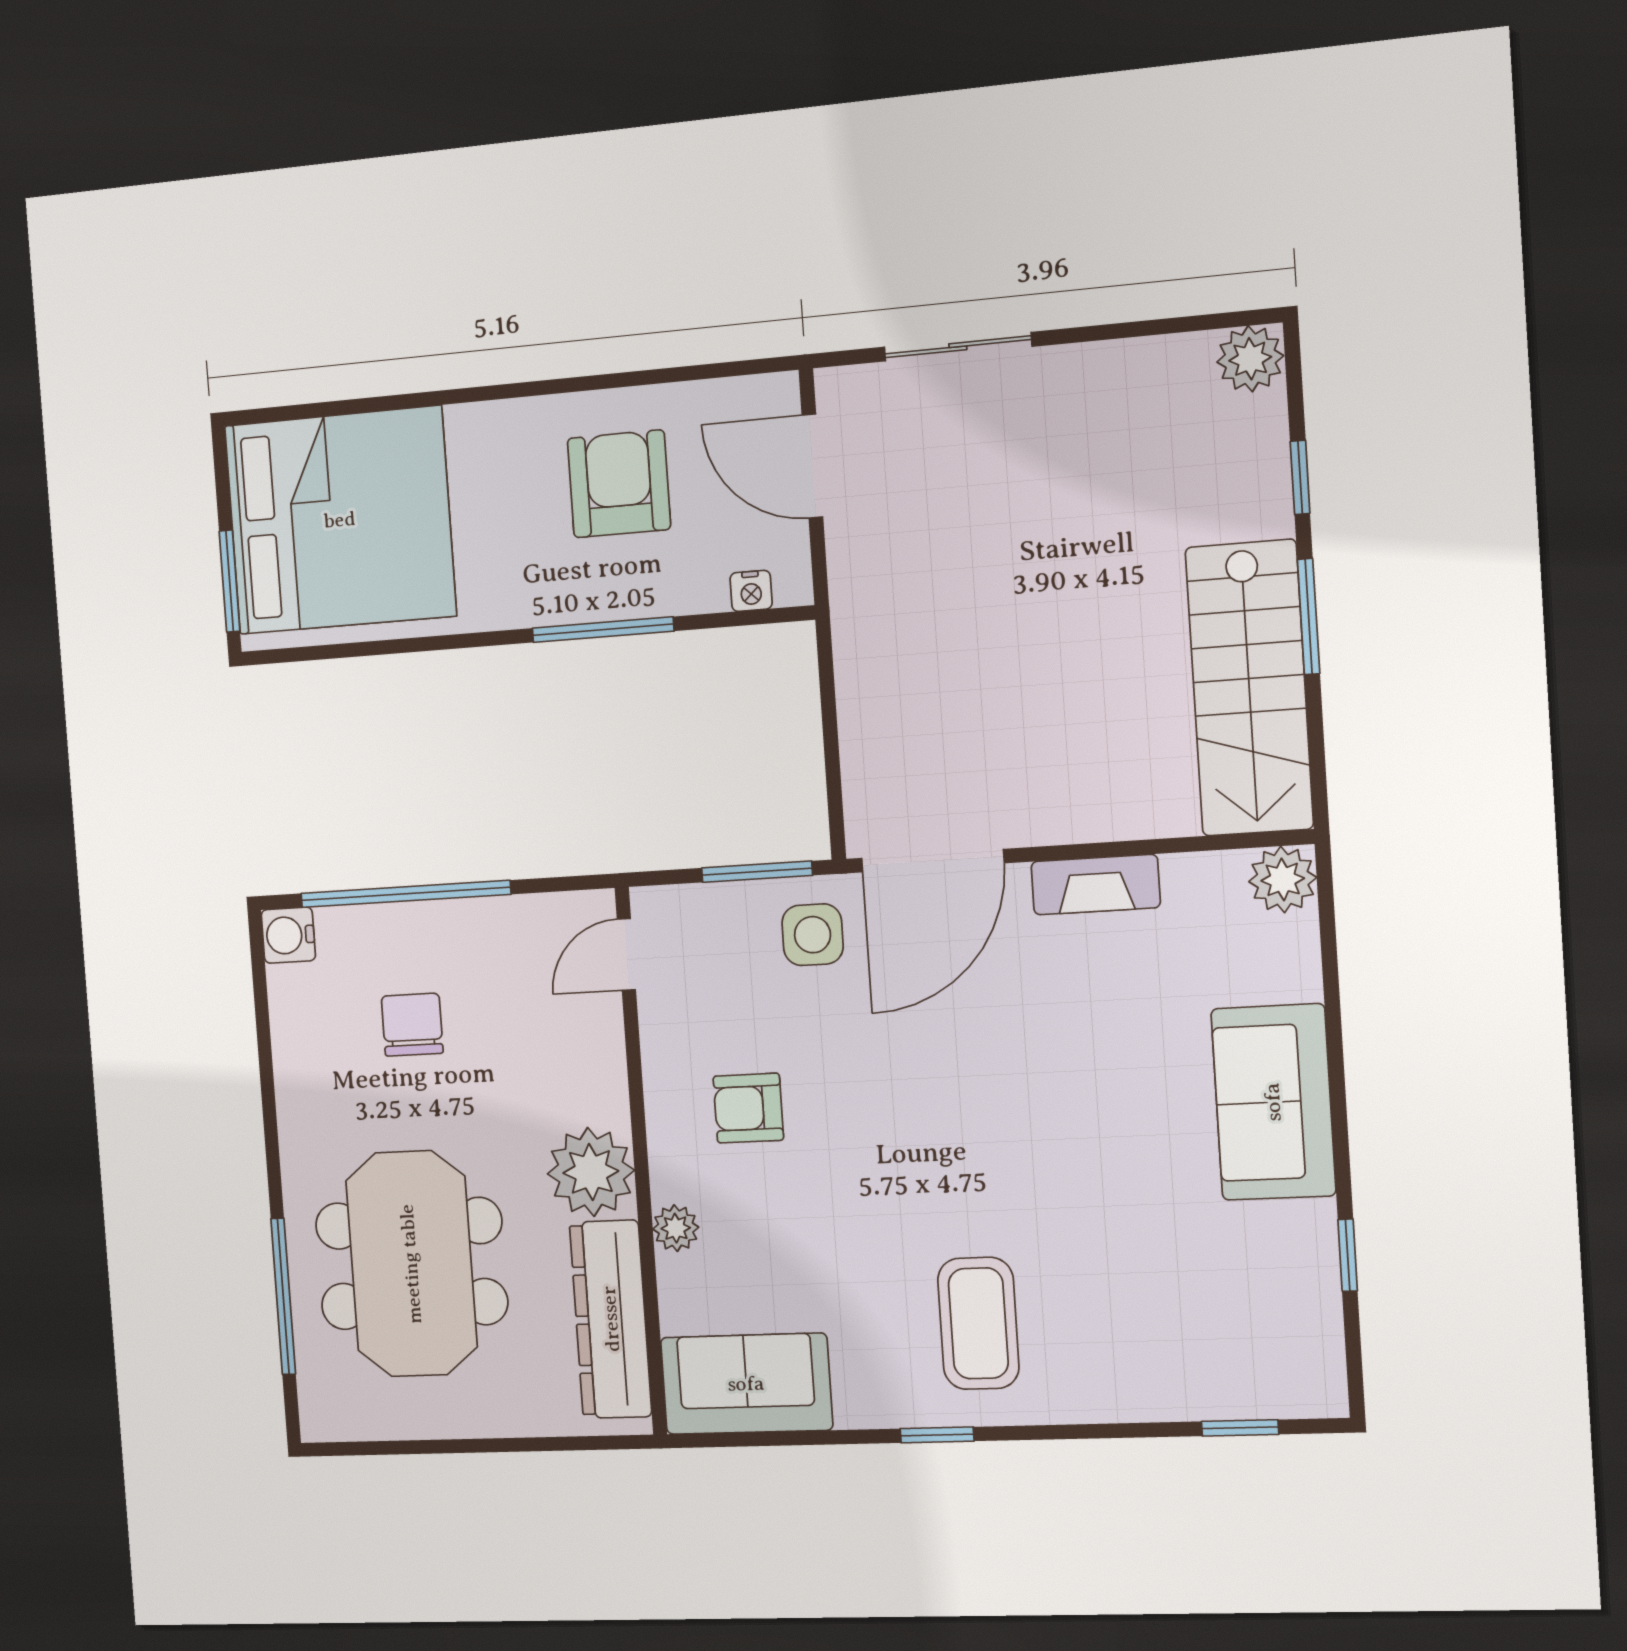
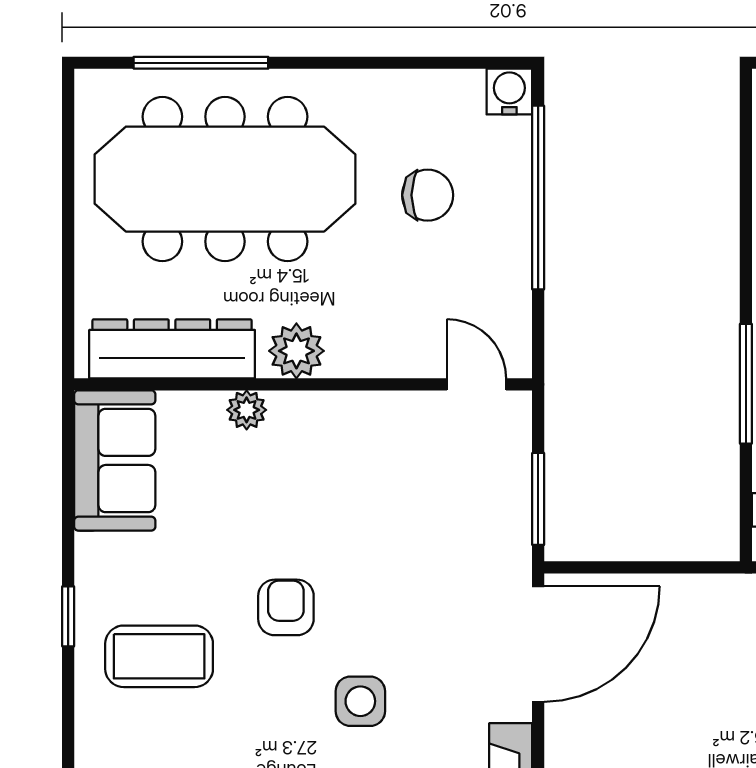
door: (933, 861) -> (538, 644), swing flipped
side table: (813, 935) -> (360, 701), moved
armchair: (748, 1108) -> (286, 607), moved
plant: (591, 1172) -> (296, 351), width x0.73, depth x0.73
meeting table: (411, 1264) -> (225, 179), width x1.36

